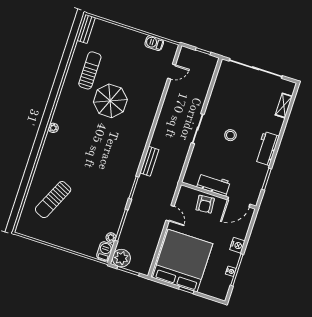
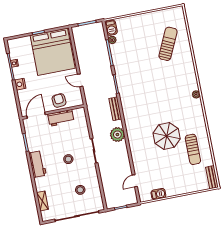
stool: (236, 95) -> (80, 190), added
plant: (121, 258) -> (117, 135), moved

